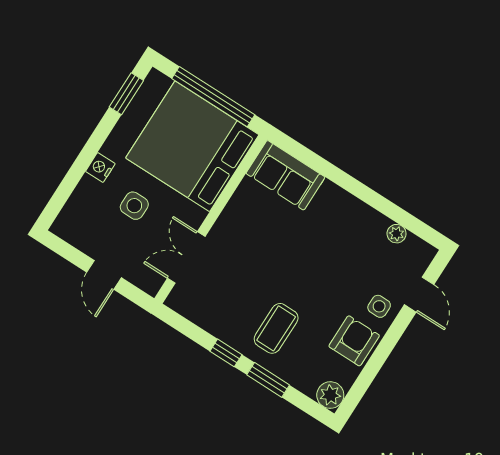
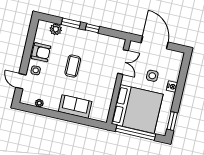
sofa: (285, 175) -> (75, 107), moved
door: (104, 275) -> (155, 42), width x1.88
coffee table: (276, 328) -> (73, 66), moved
armchair: (354, 341) -> (41, 52), turned -90
plant: (330, 395) -> (56, 29), moved

